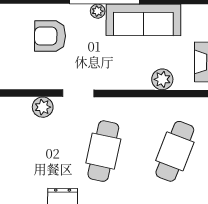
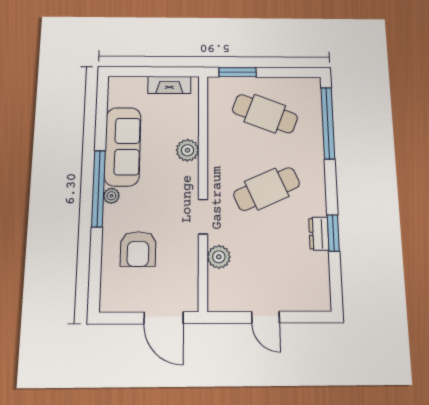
plant: (162, 79) -> (187, 150), moved
cafe table: (103, 151) -> (267, 189), turned -36

